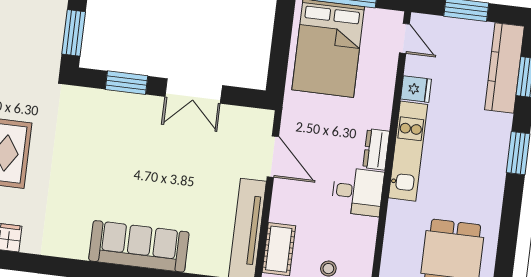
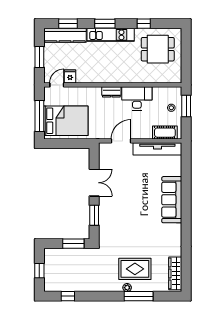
fridge: (416, 89) -> (70, 76), moved
kitchen unit: (408, 151) -> (111, 35), moved, turned 180
desk: (357, 192) -> (137, 98), width x1.37
window: (508, 233) -> (144, 24), added

